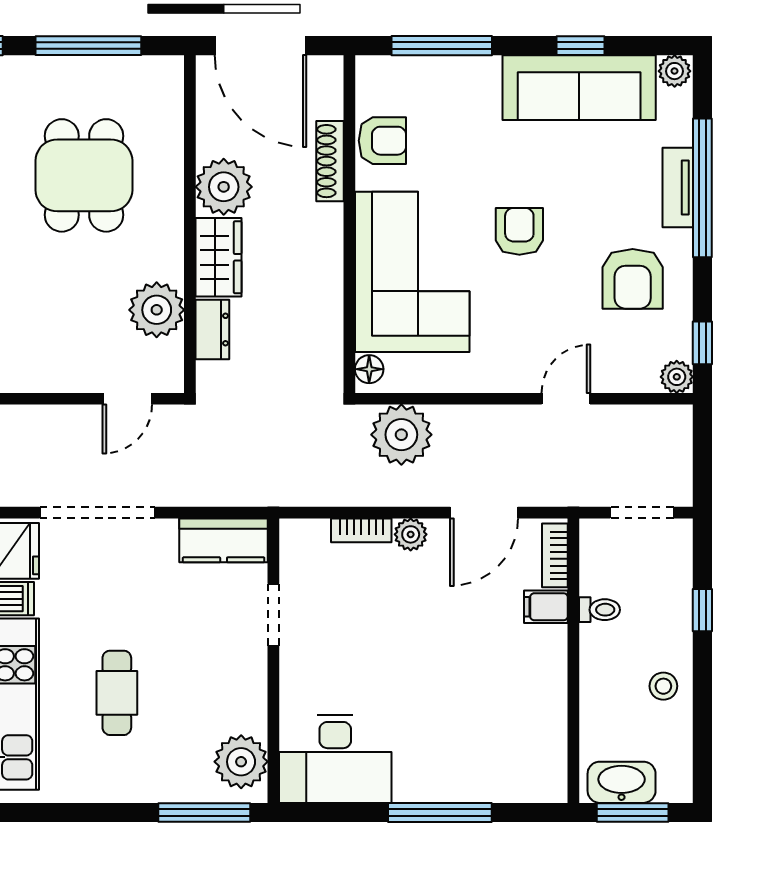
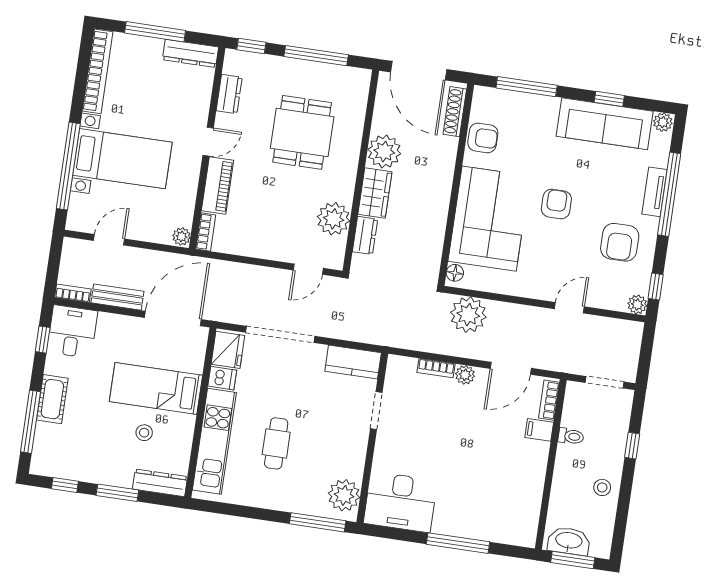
shoe rack: (330, 161) -> (455, 112), moved

